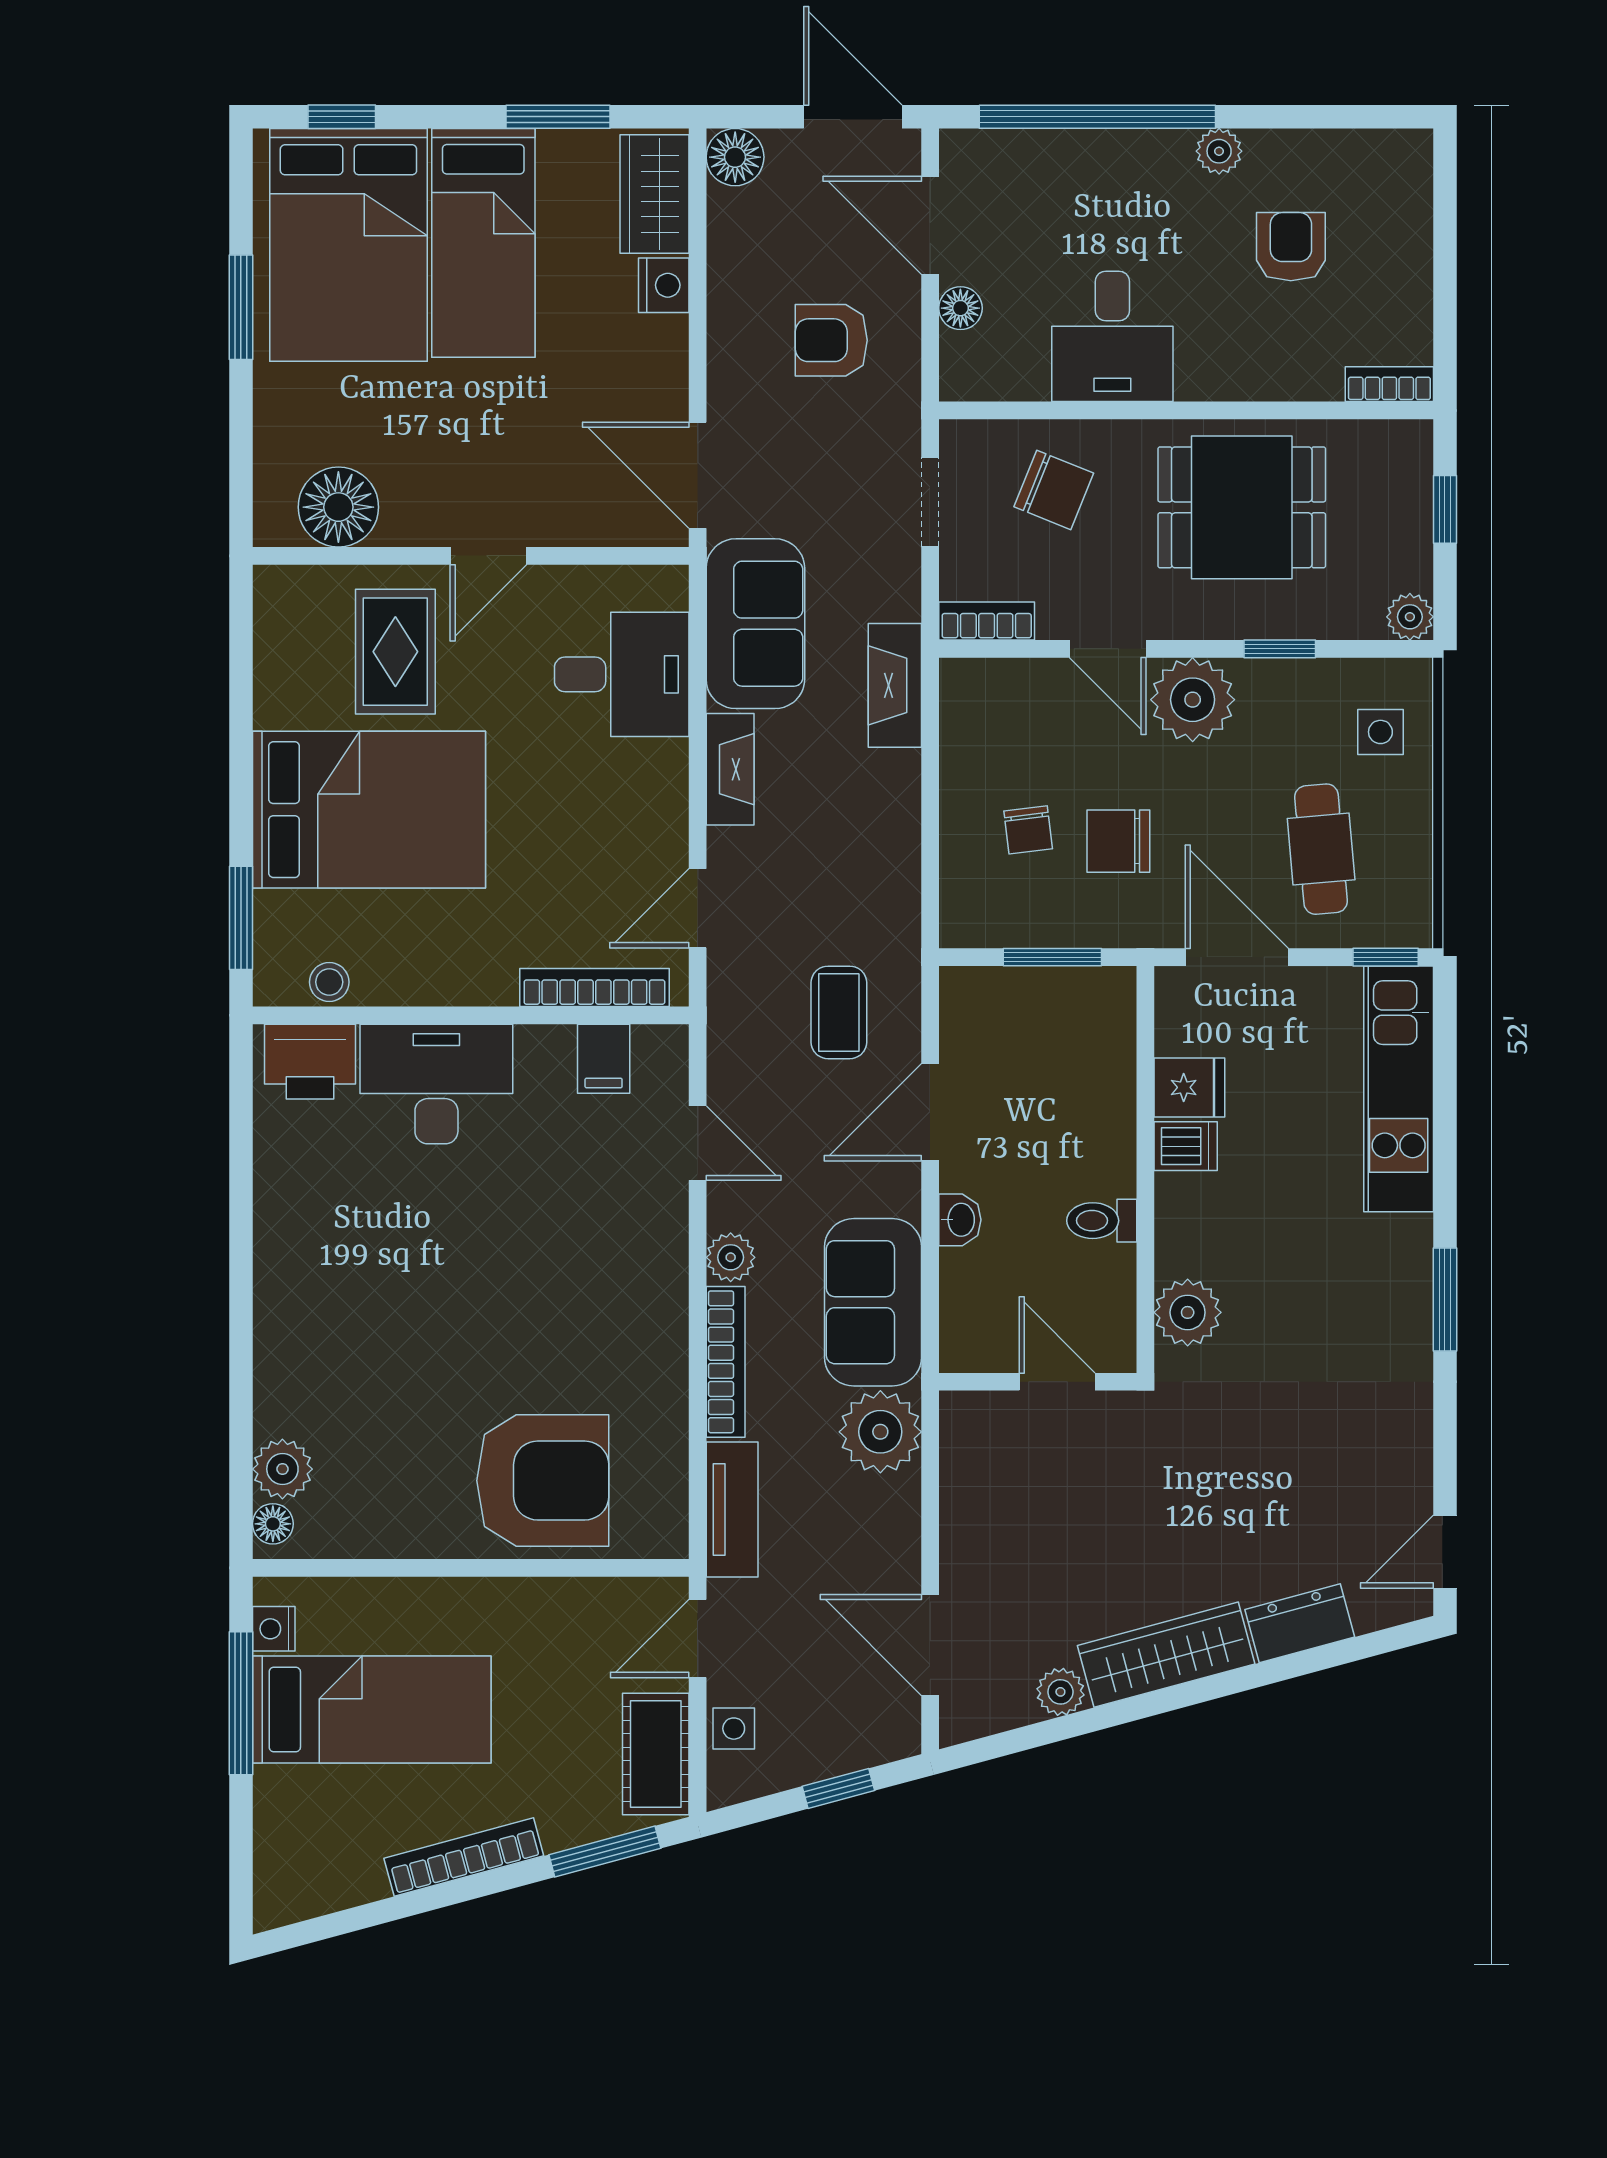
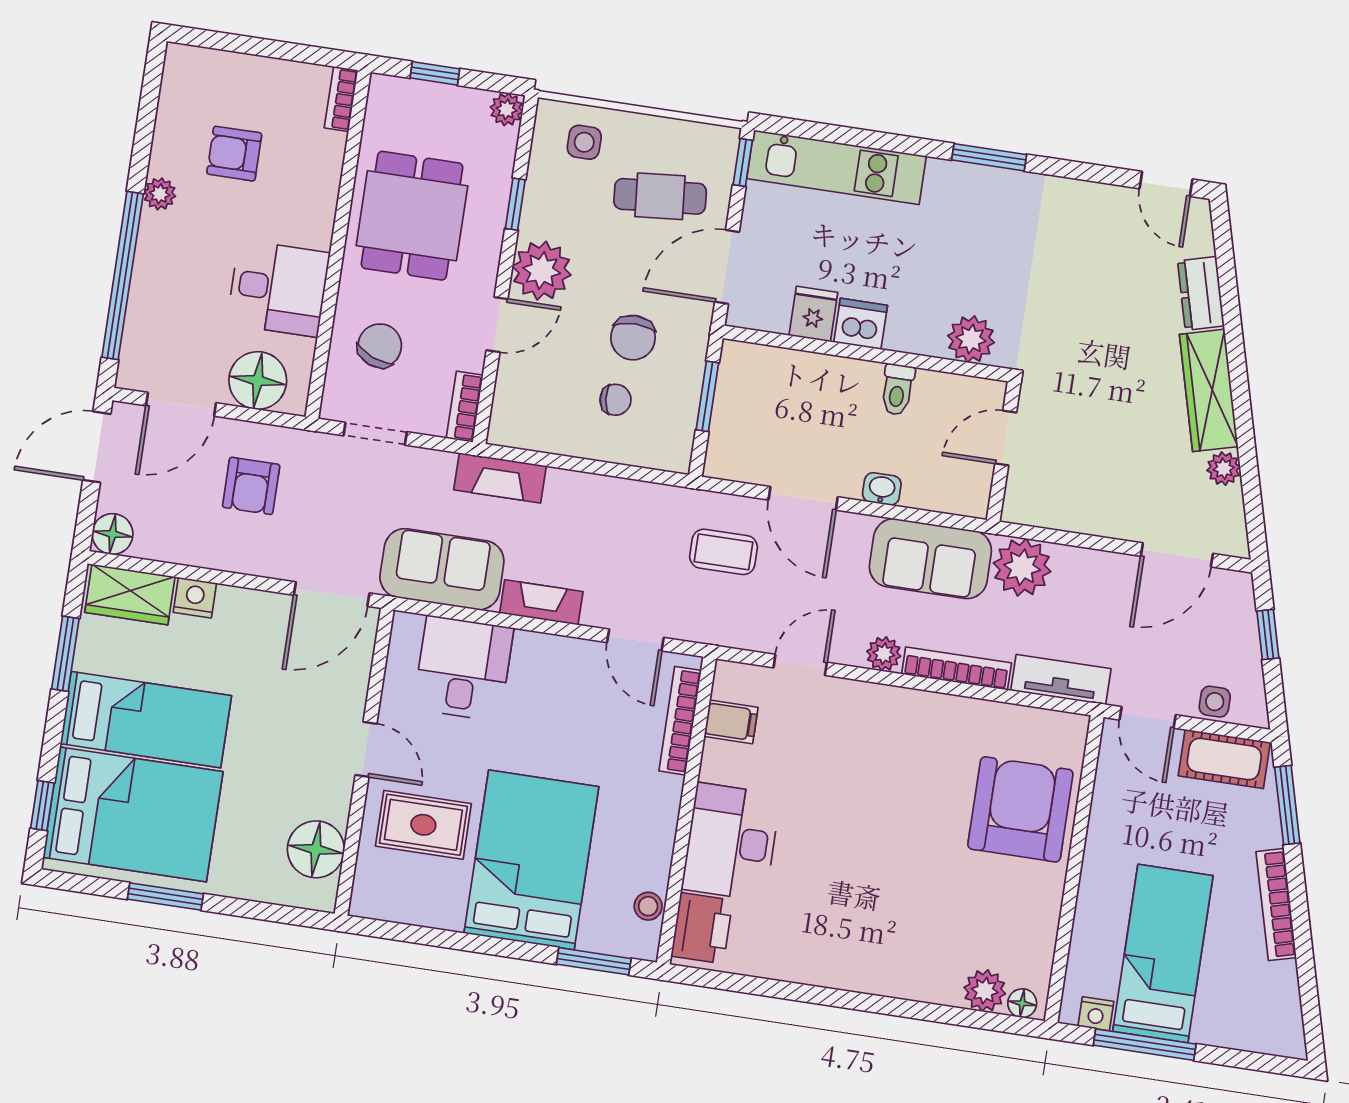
floor lamp: (960, 308) -> (258, 381), width x1.89, depth x1.89
dishwasher: (1186, 1146) -> (861, 324), width x1.38

